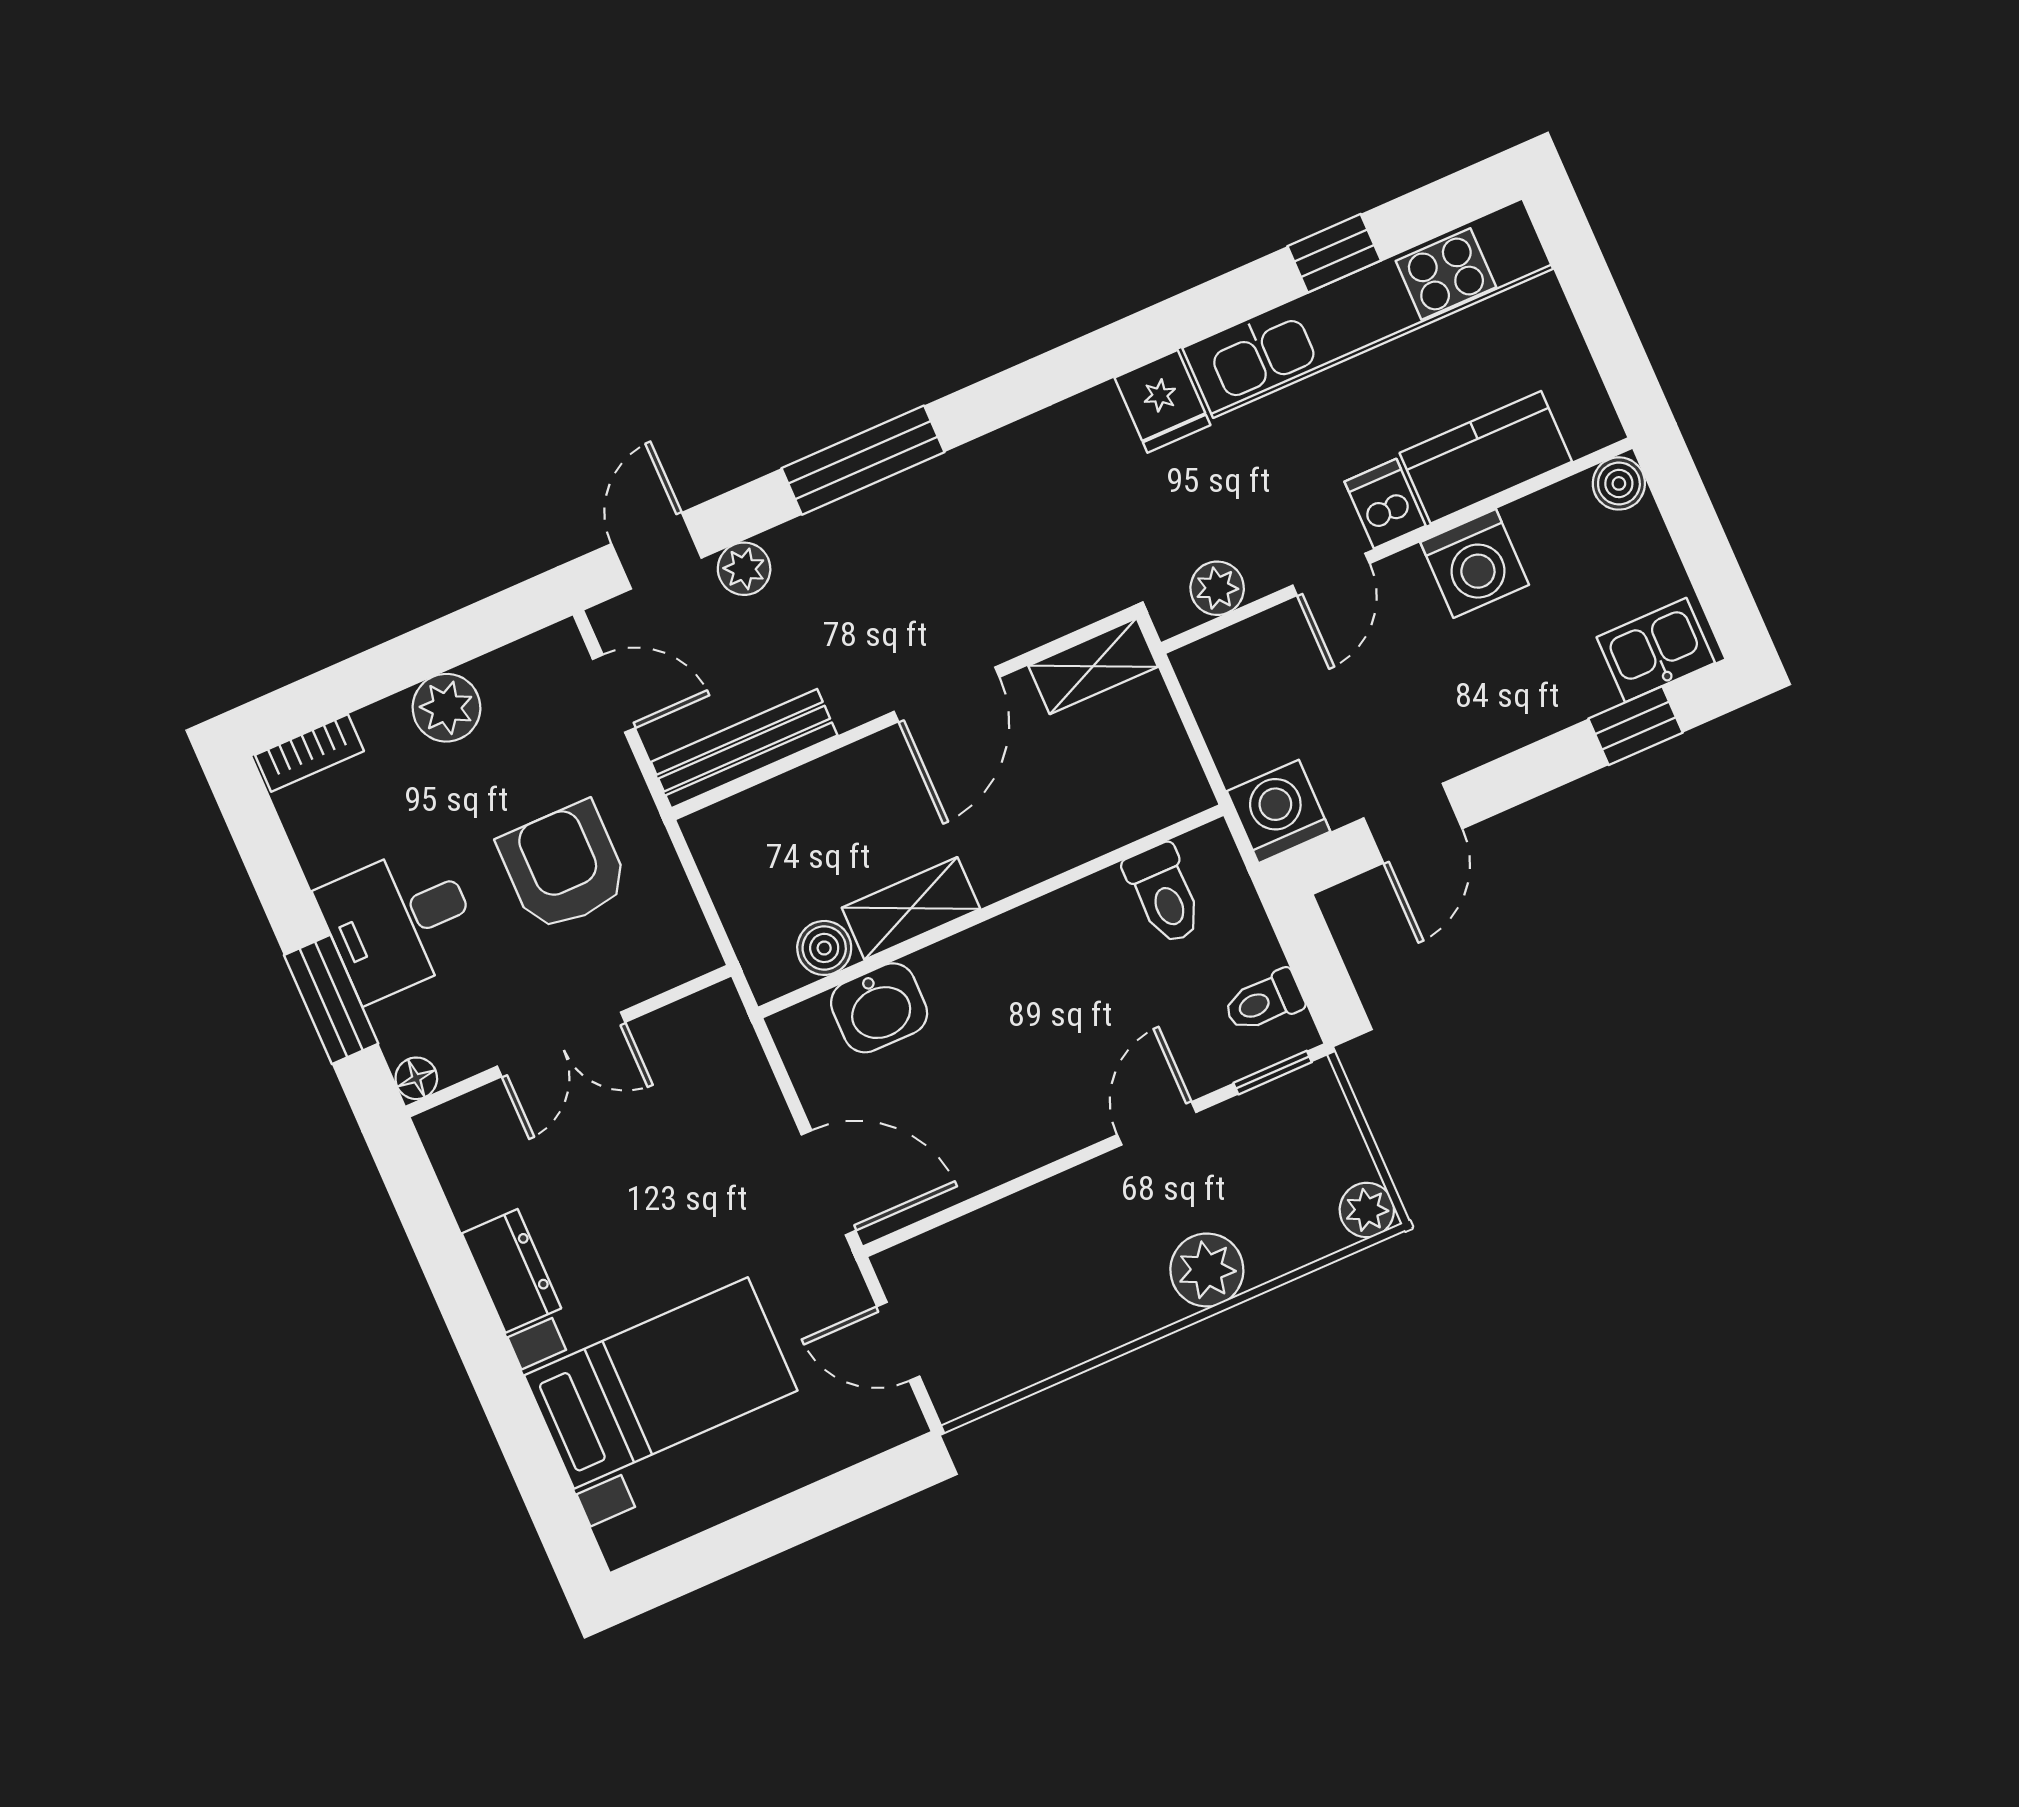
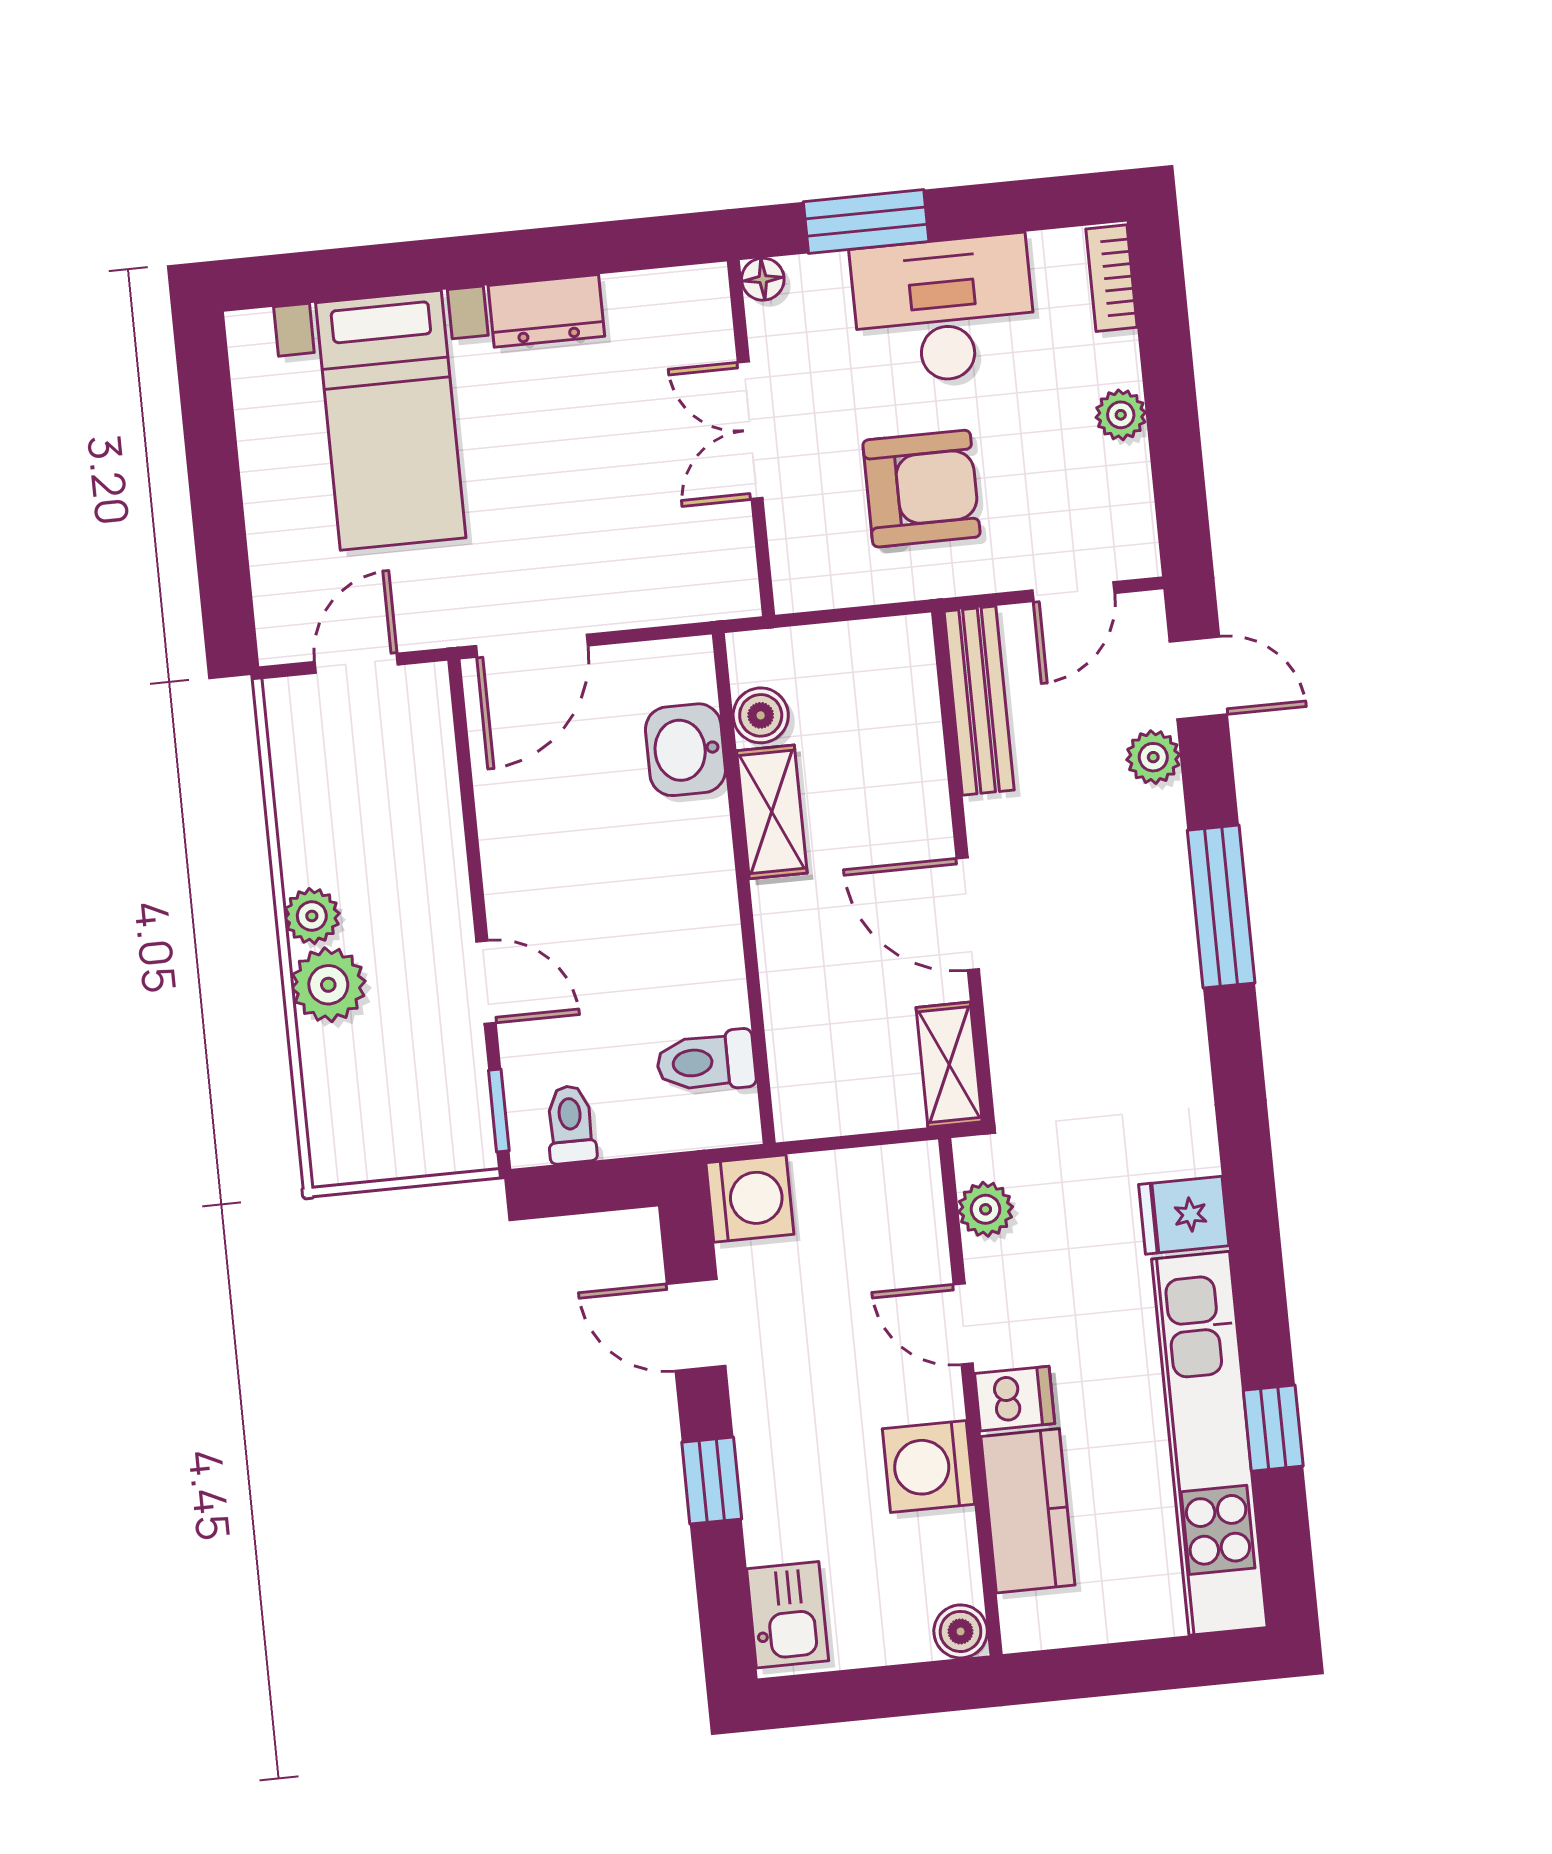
plant: (446, 708) -> (1121, 415), width x0.73, depth x0.73
window: (1636, 726) -> (712, 1481), moved
desk: (399, 922) -> (944, 310), width x1.37
plant: (1367, 1210) -> (312, 916), moved

